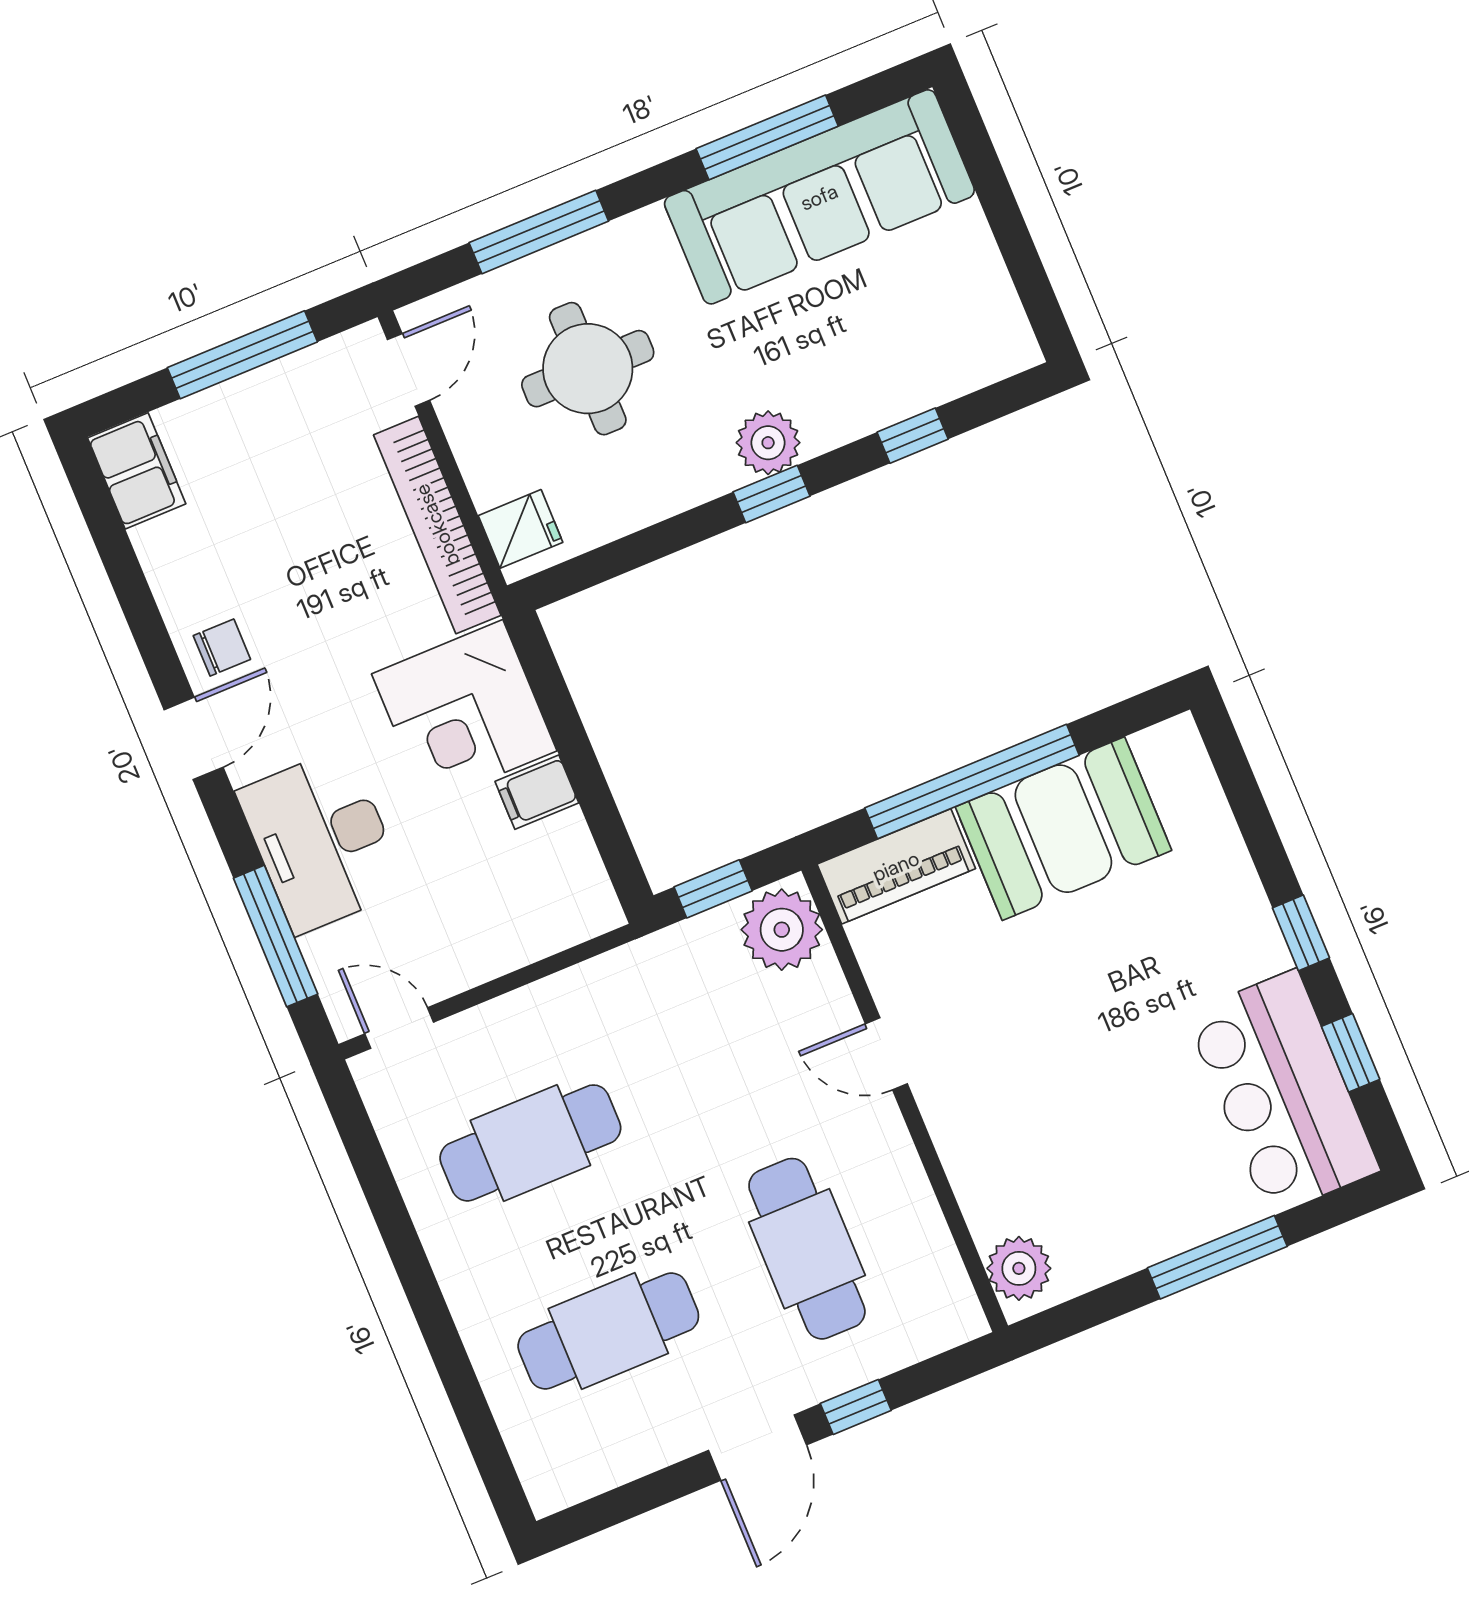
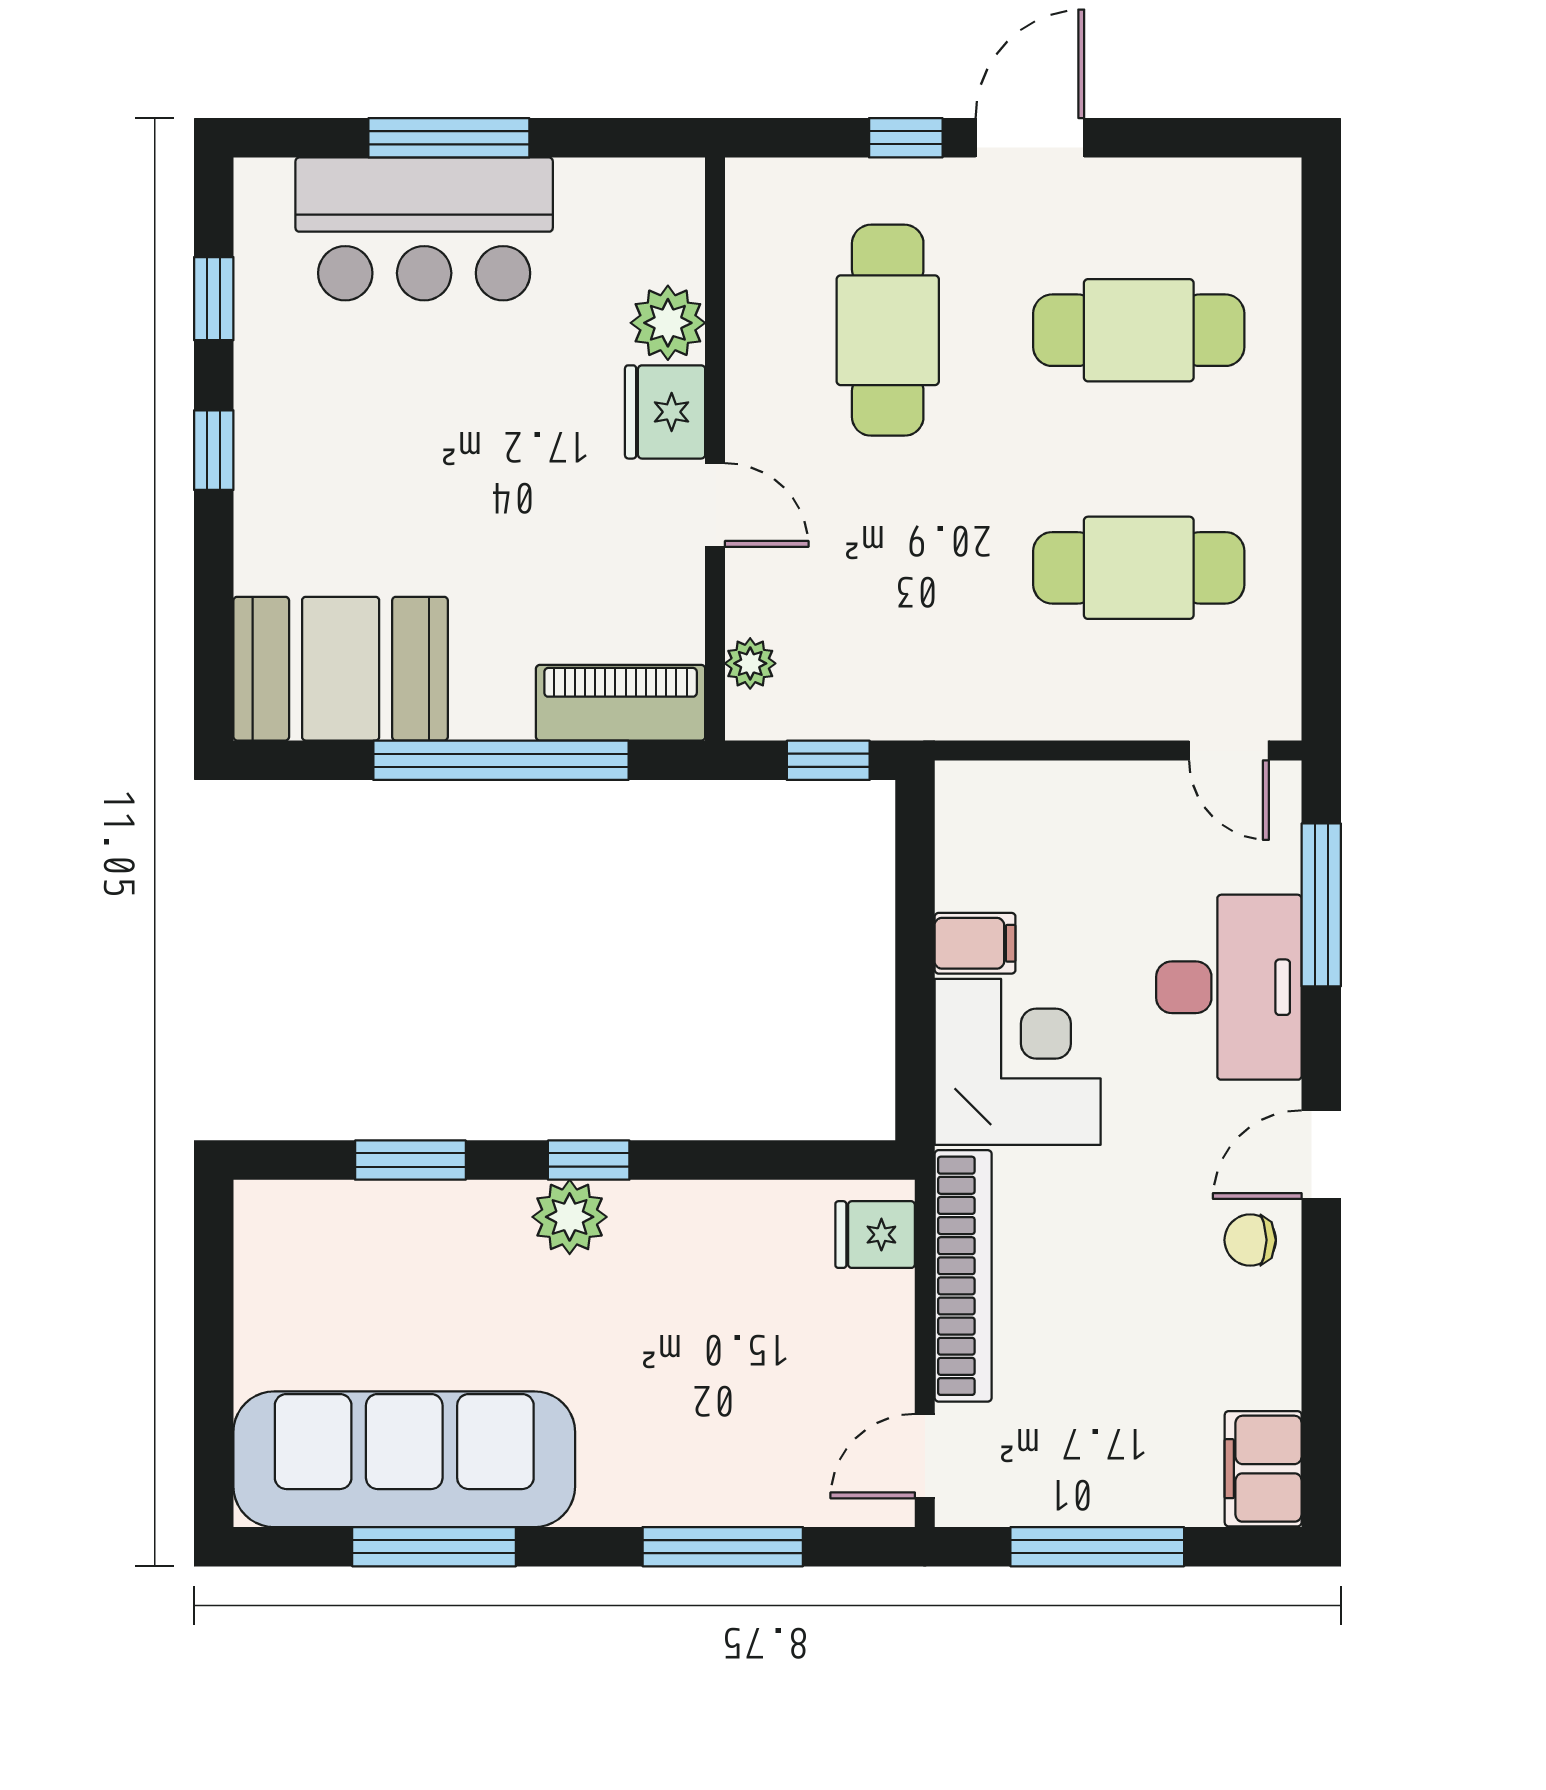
round table: (588, 369) -> (731, 1377), removed
window: (913, 436) -> (410, 1160), width x1.50
booth: (1063, 829) -> (341, 669), moved
plant: (782, 930) -> (750, 663), width x0.53, depth x0.53
bar counter: (1283, 1093) -> (424, 229), moved, turned 90
fridge: (956, 1111) -> (665, 412), added
plant: (1019, 1268) -> (668, 323), moved

